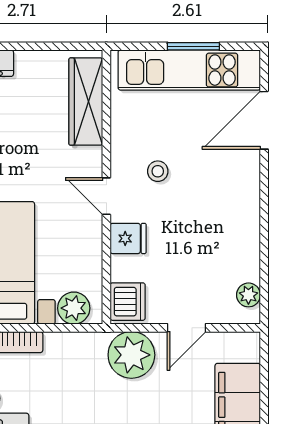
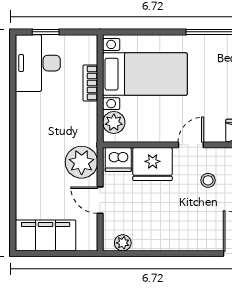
fridge: (128, 238) -> (153, 164), width x1.88, depth x1.34

